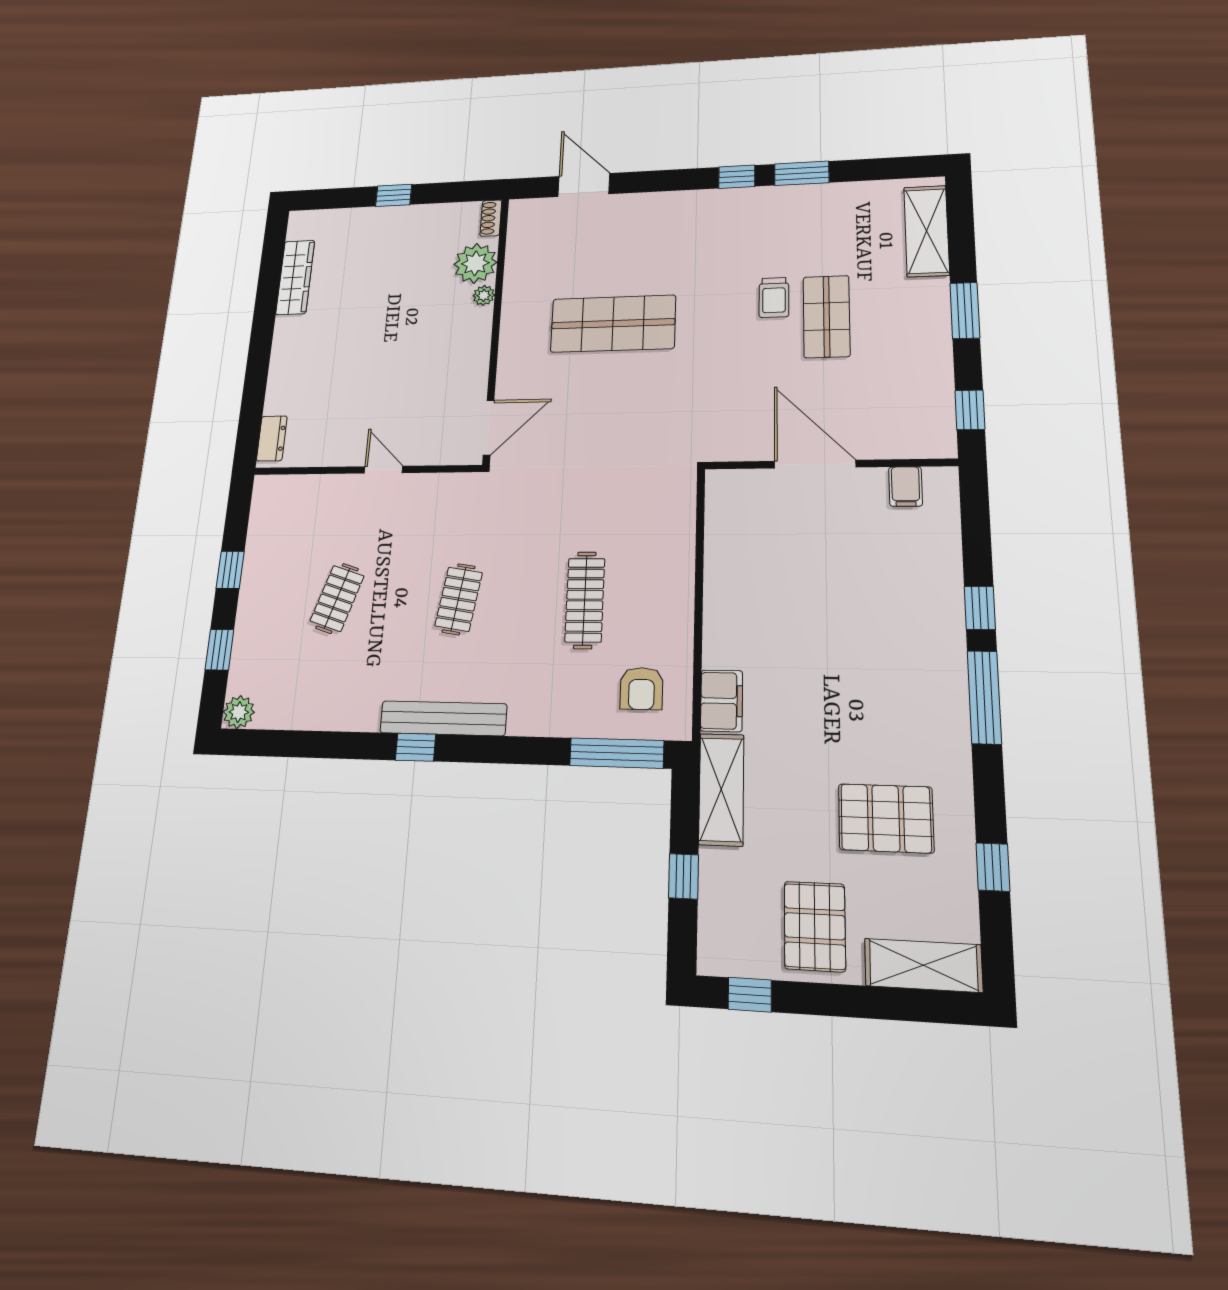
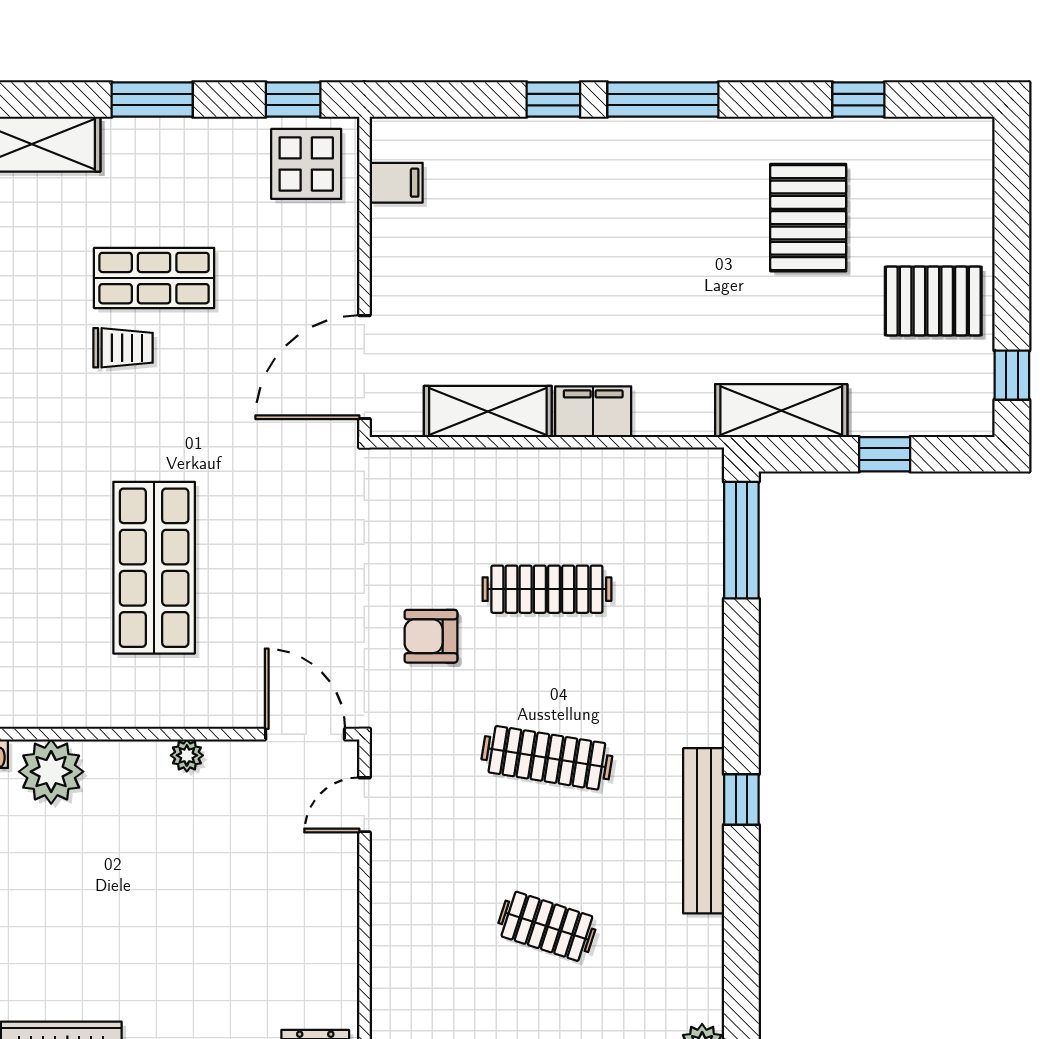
plant: (484, 295) -> (187, 755), moved
display table: (918, 420) -> (306, 164), added
door: (815, 464) -> (364, 367), moved
door: (383, 470) -> (364, 805), moved
clothes rail: (459, 599) -> (547, 758), width x1.36
armchair: (641, 689) -> (431, 636), moved, turned 180
filing cabinet: (722, 701) -> (593, 412), moved
bench: (443, 718) -> (704, 831), moved
shelving: (923, 965) -> (488, 411), moved, turned 90

